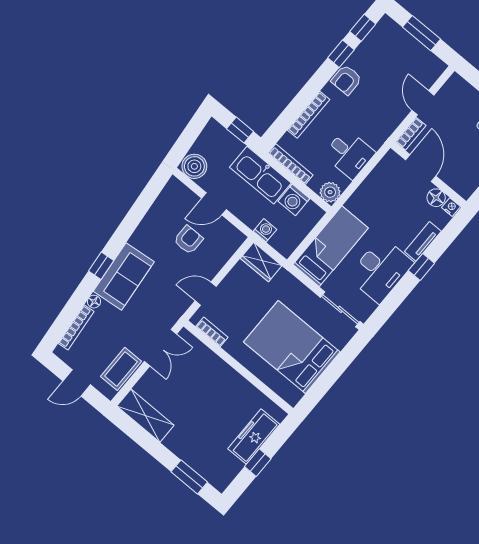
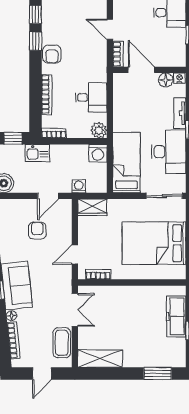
bookcase: (290, 164) -> (54, 133), width x0.64
kitchen sink: (260, 175) -> (38, 153), width x0.53, depth x0.81
washing machine: (294, 200) -> (98, 153), moved
door: (214, 204) -> (48, 196), moved

